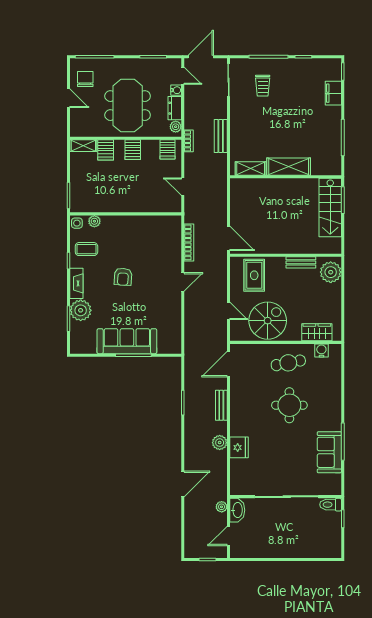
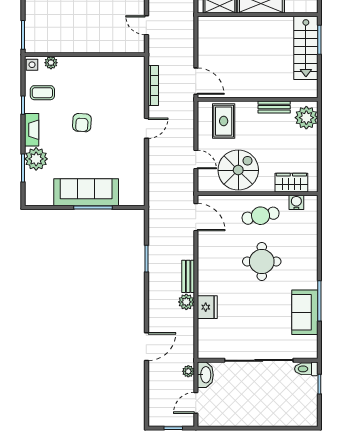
door: (228, 364) -> (196, 217), swing flipped
bench: (221, 405) -> (188, 276), moved

